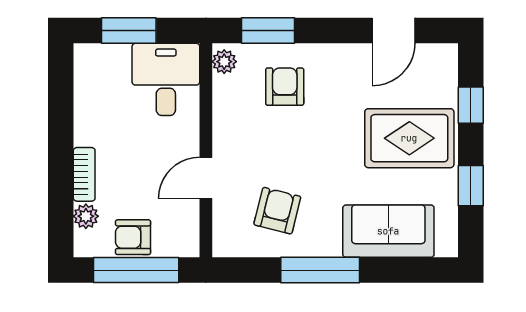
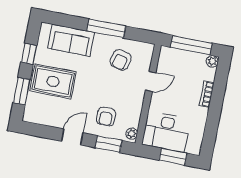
door: (394, 30) -> (72, 137), moved
desk: (166, 79) -> (166, 132), width x1.37
window: (471, 105) -> (22, 91), width x1.50
plant: (86, 216) -> (212, 61), moved
armchair: (133, 237) -> (190, 61), removed

